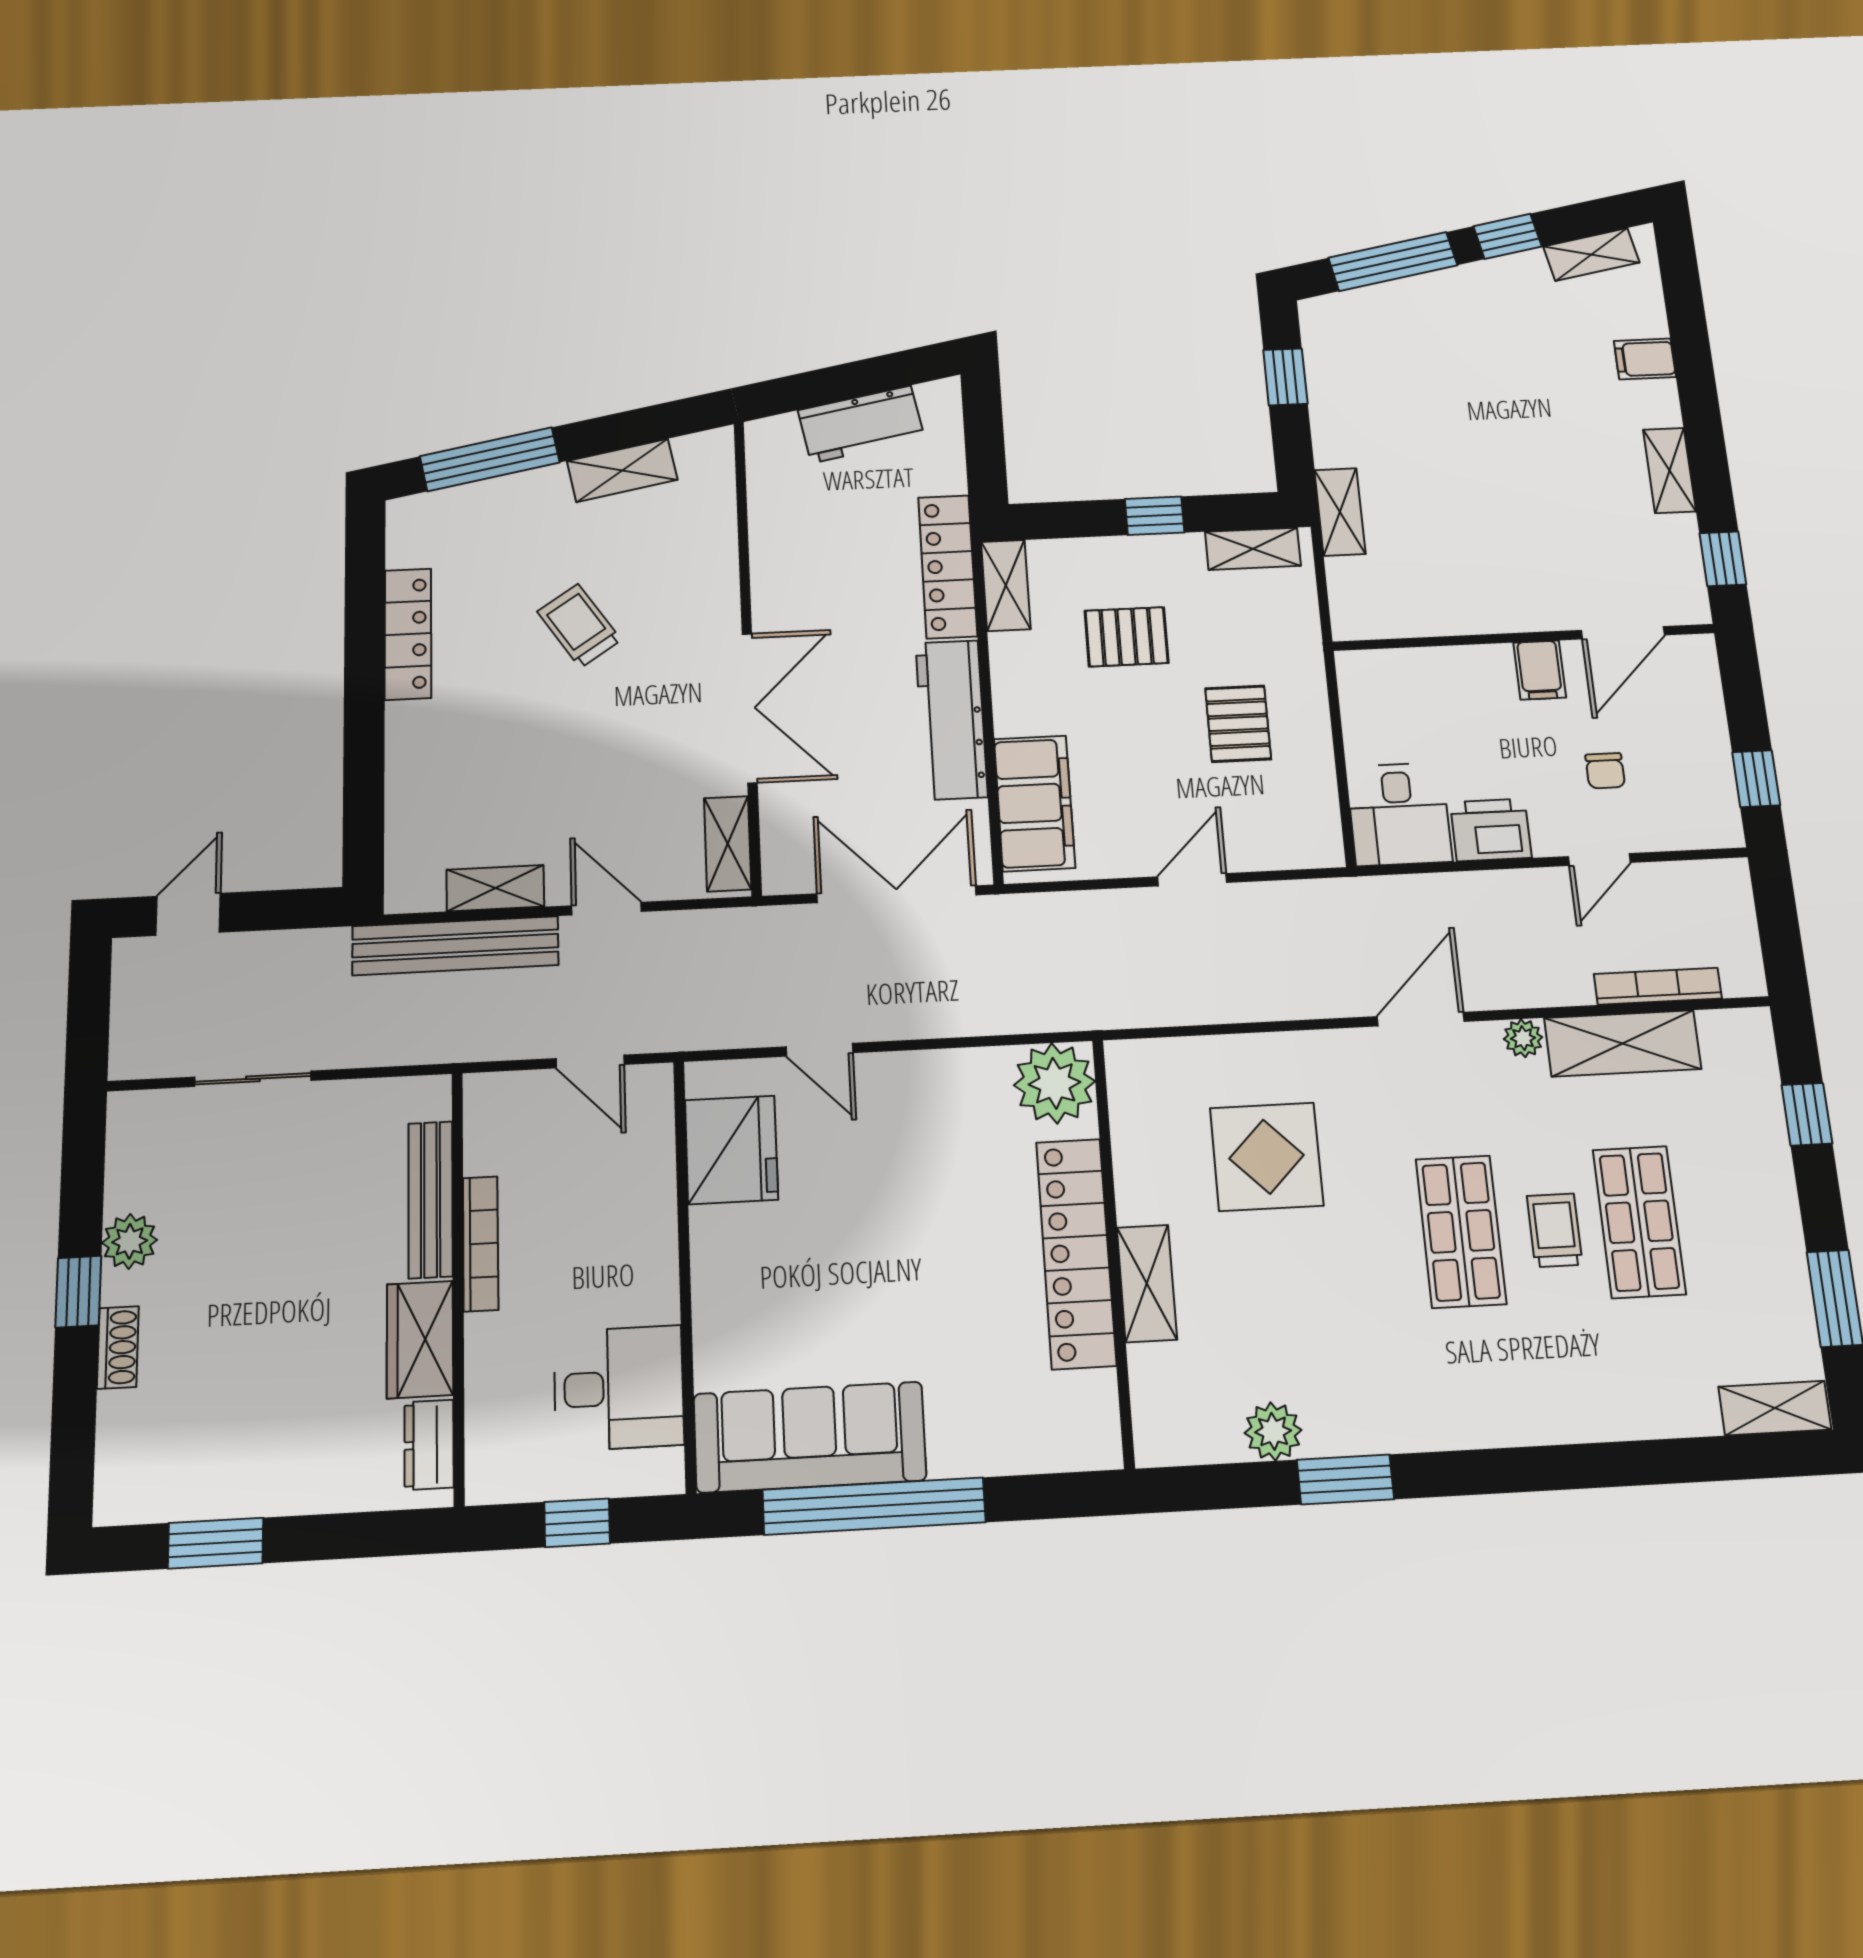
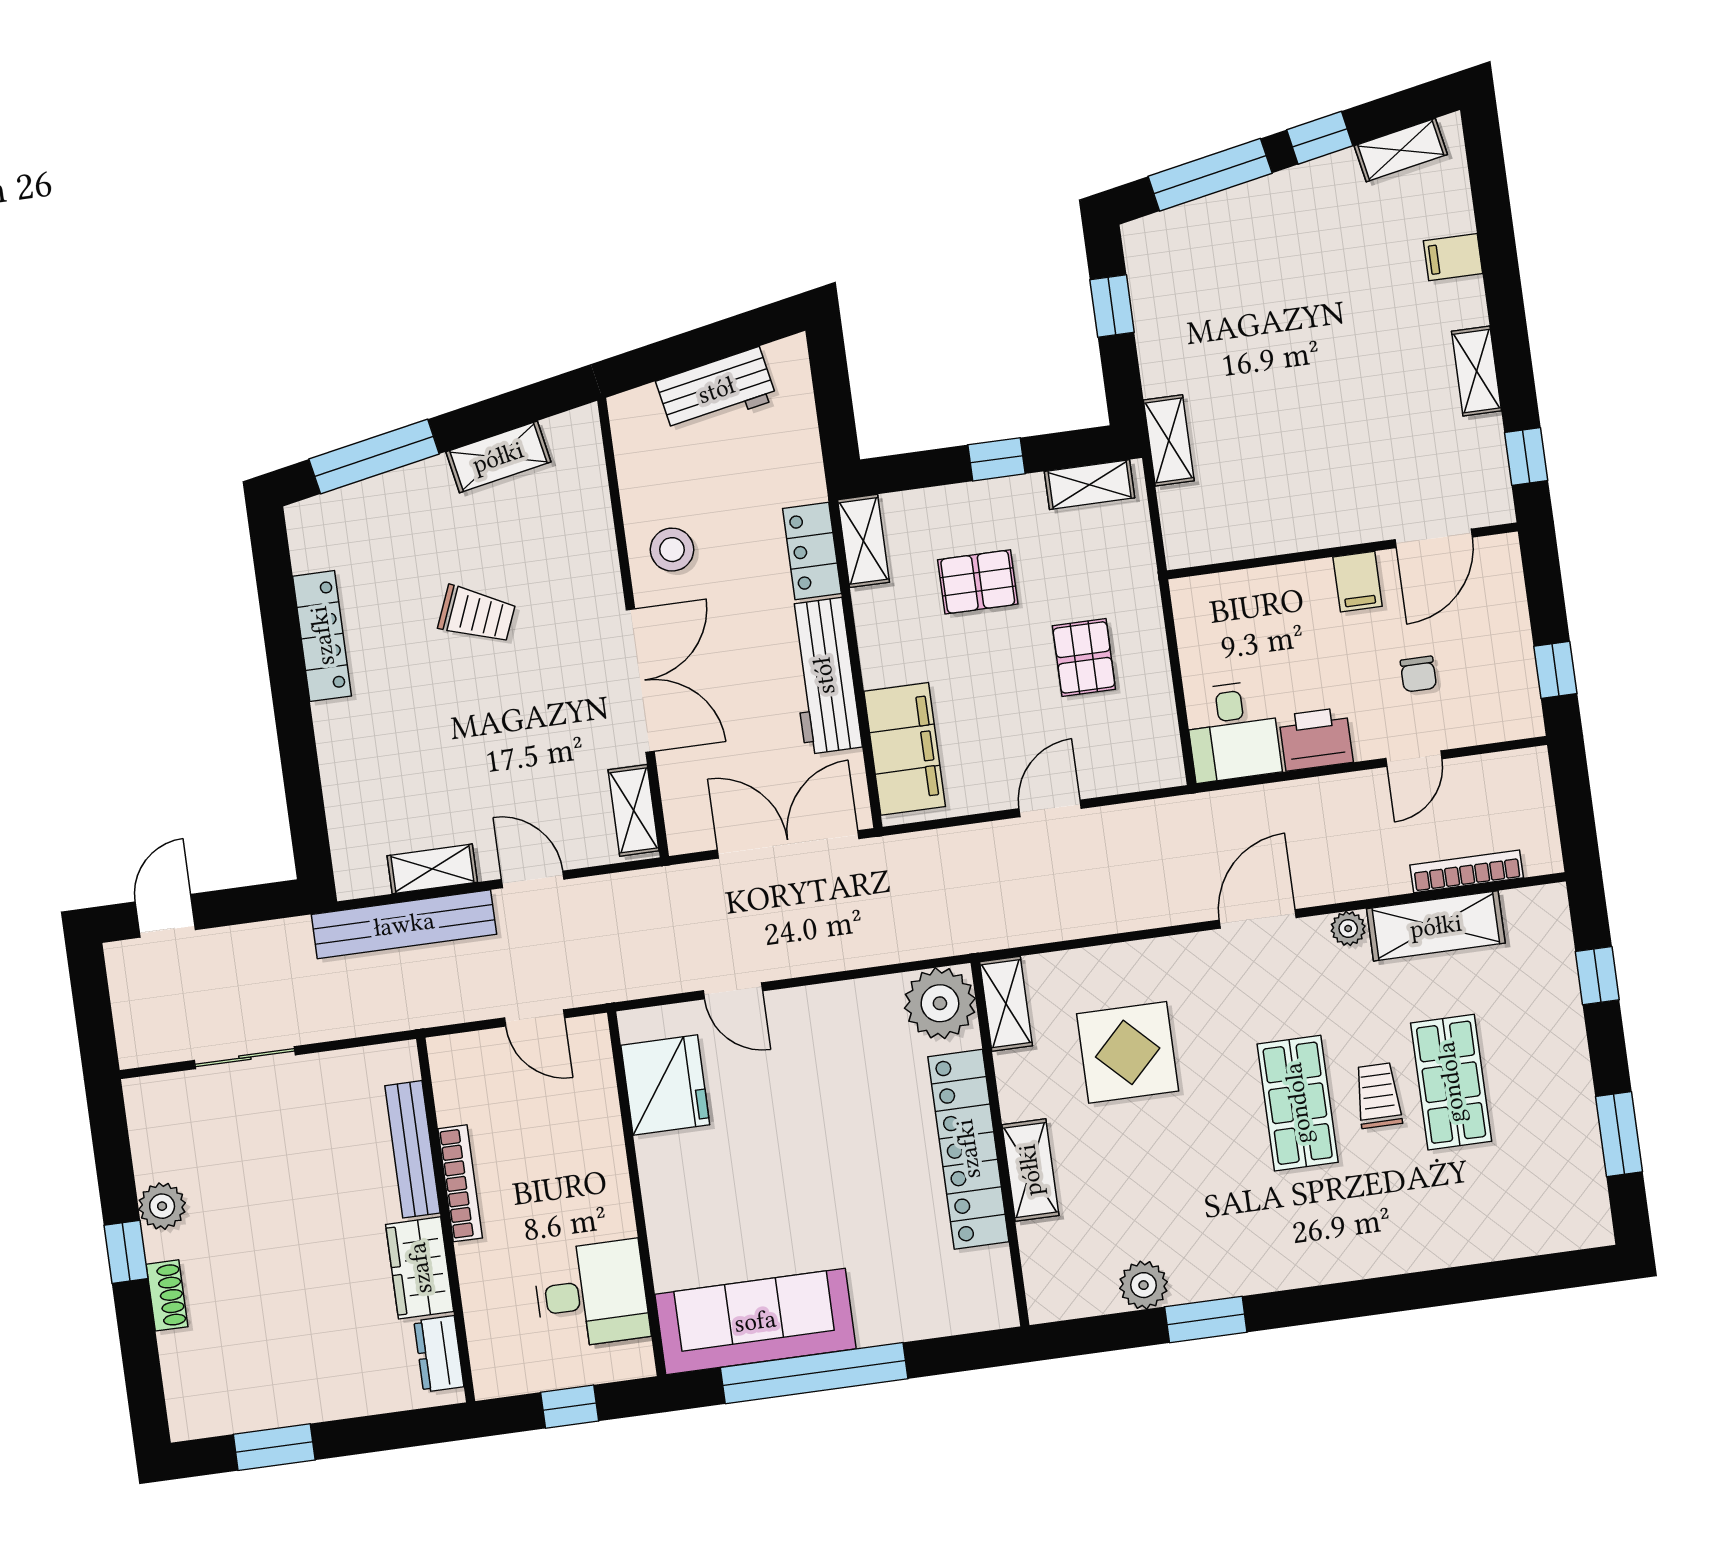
locker: (948, 566) -> (812, 551), width x0.66
stool: (798, 577) -> (672, 550), added
trolley: (579, 626) -> (477, 615), turned 146
shelving: (1775, 1408) -> (1006, 1004), moved, turned 90

